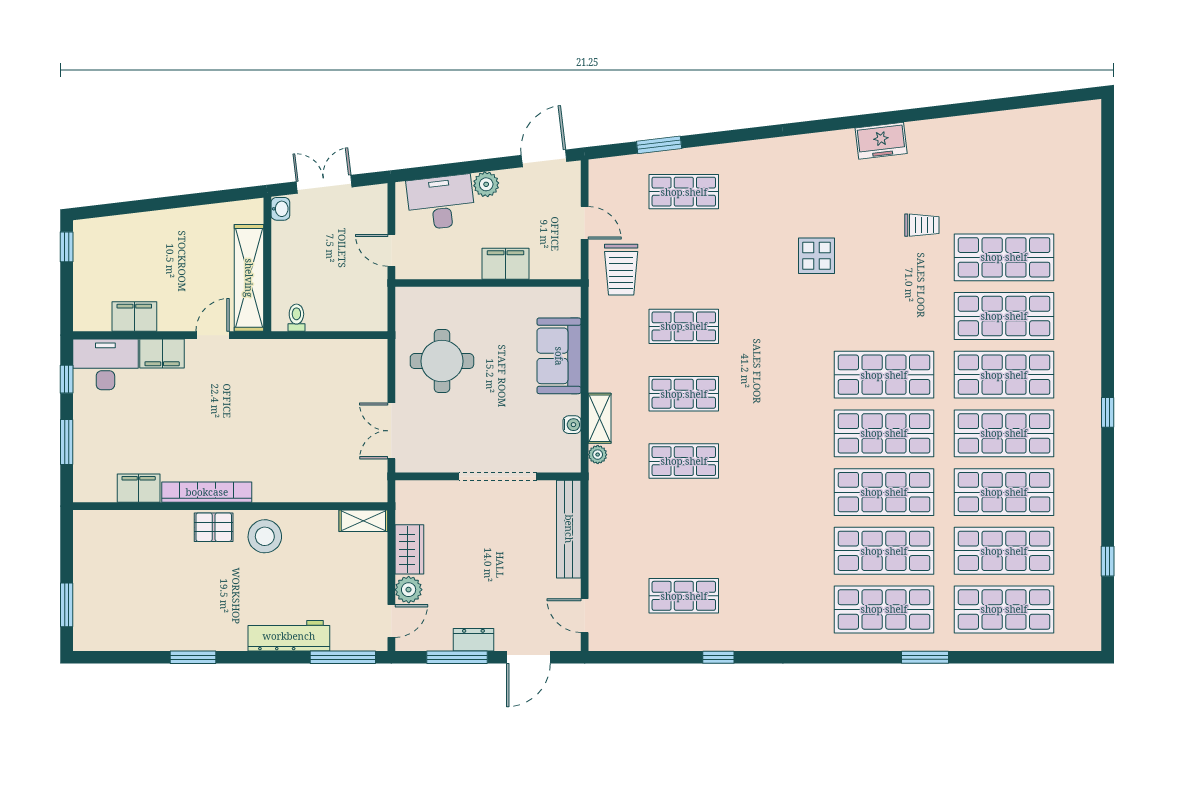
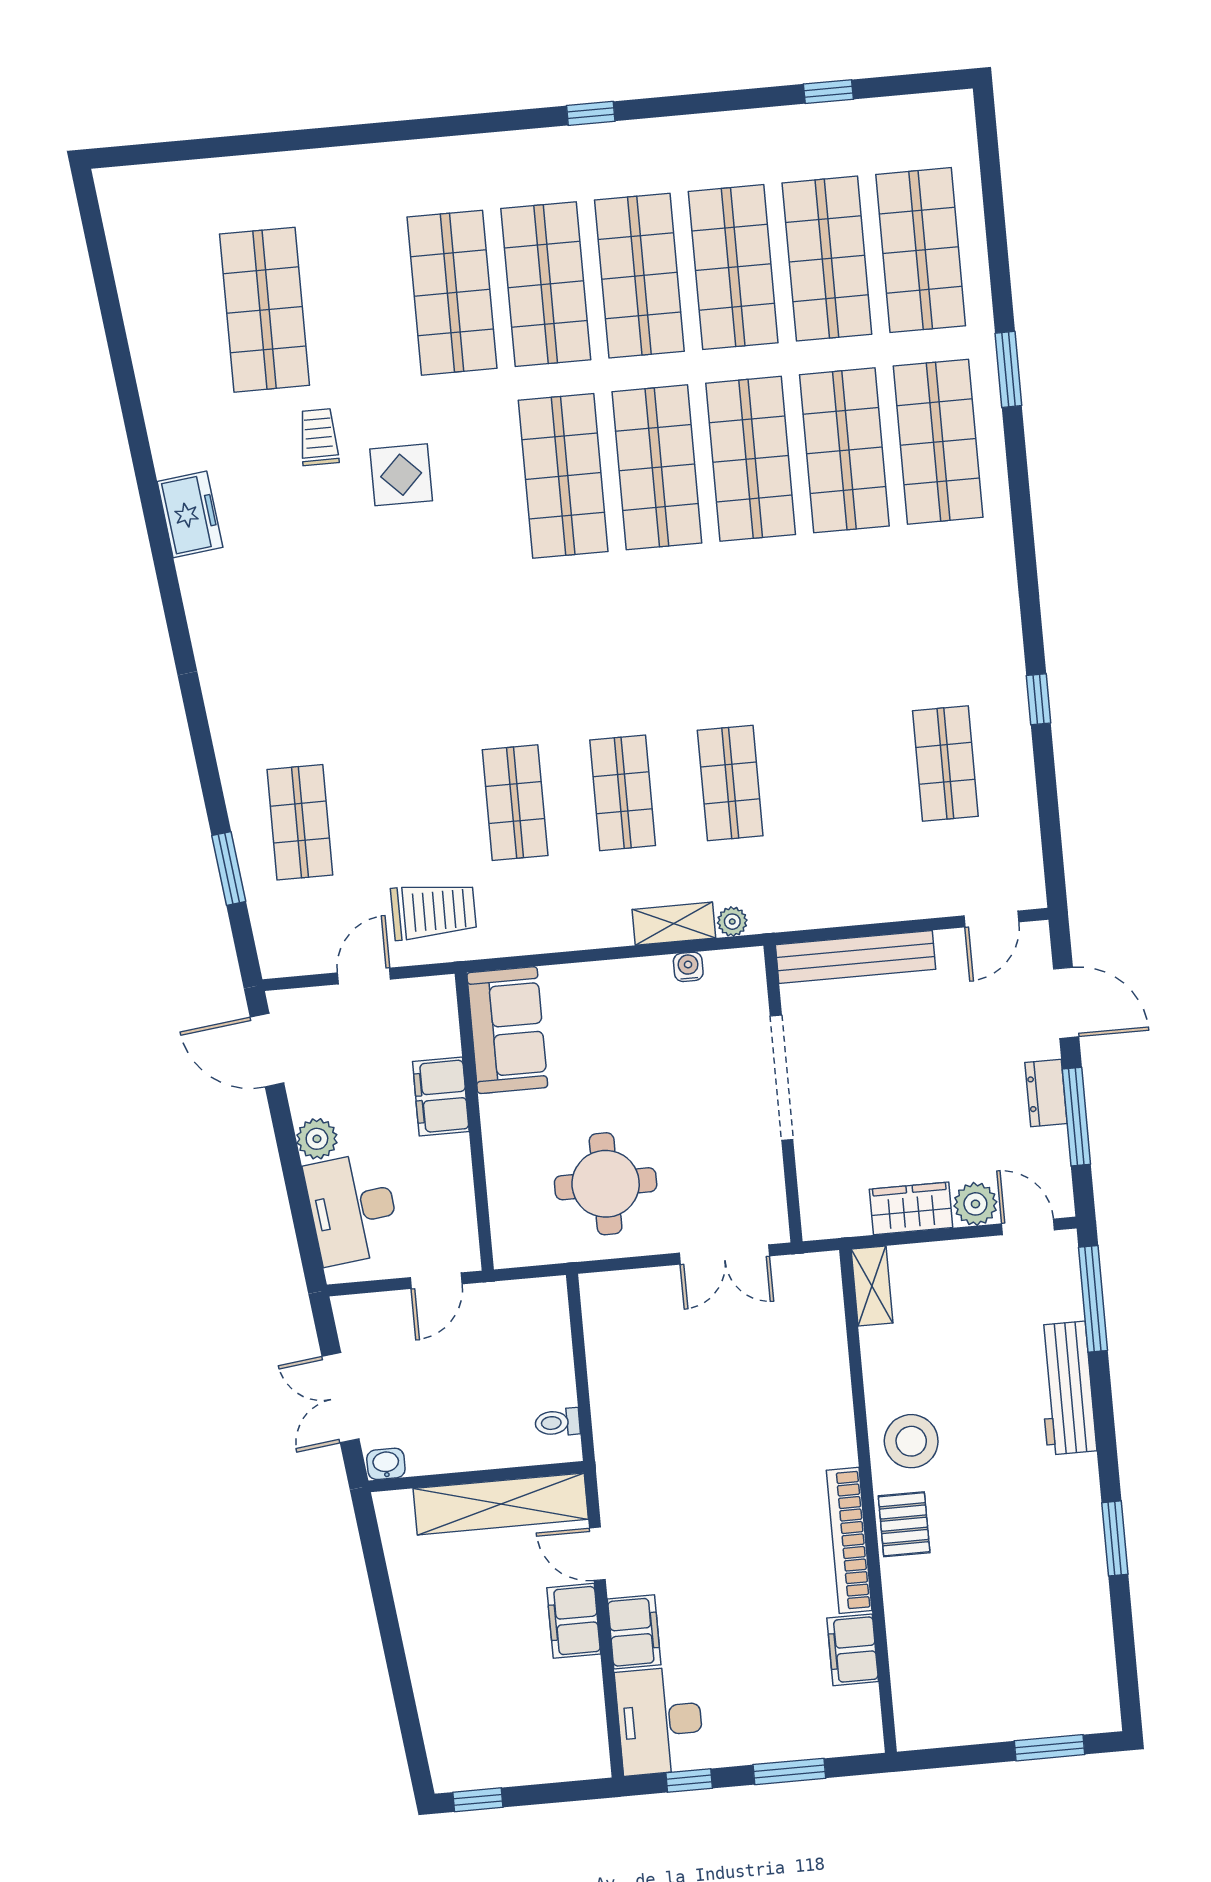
display table: (816, 256) -> (401, 475), moved
shop shelf: (1004, 257) -> (265, 310), moved
filing cabinet: (134, 317) -> (574, 1621), moved
sofa: (559, 356) -> (507, 1030), moved, turned -90

